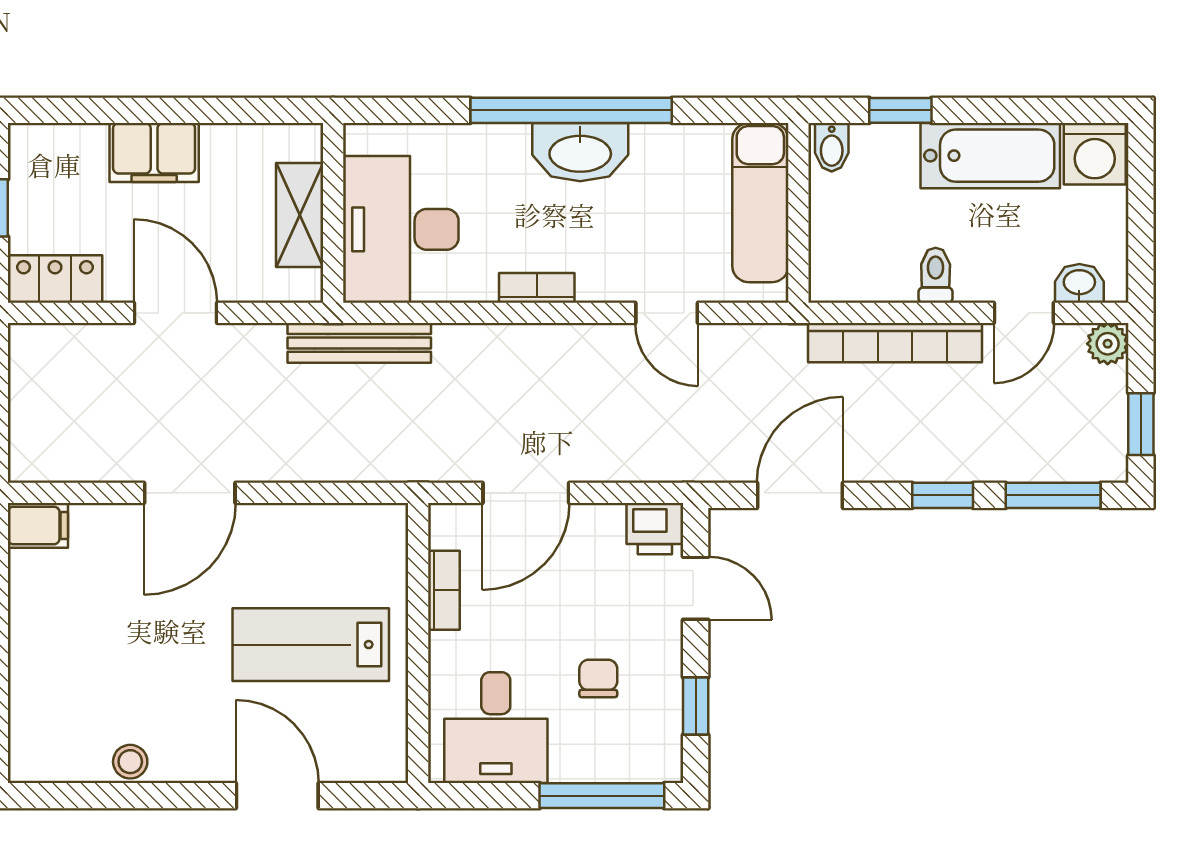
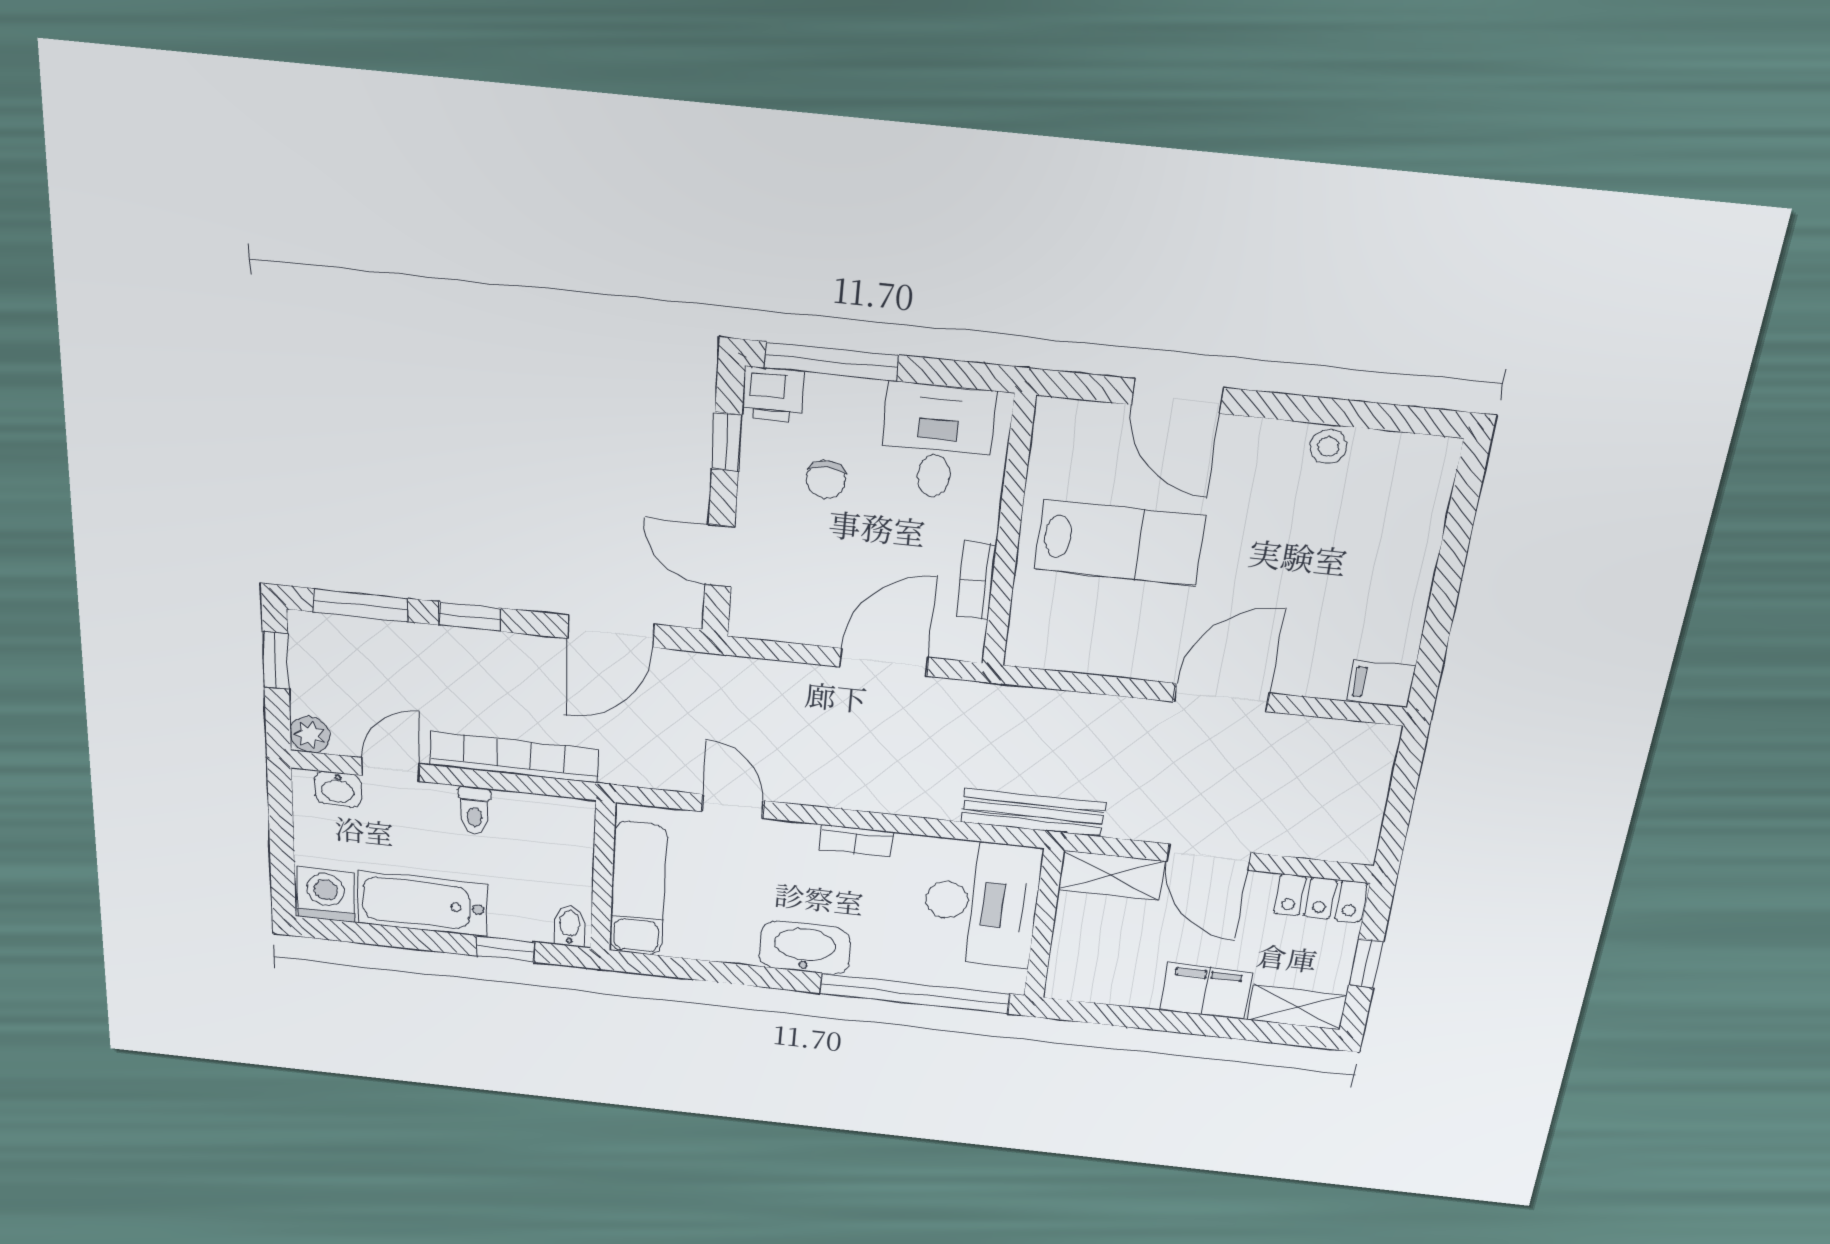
window: (571, 110) -> (915, 994), moved
shelving: (57, 145) -> (1297, 1007), added
shelving: (300, 215) -> (1111, 875), moved, turned 90
printer: (655, 529) -> (773, 395), moved, turned 180

